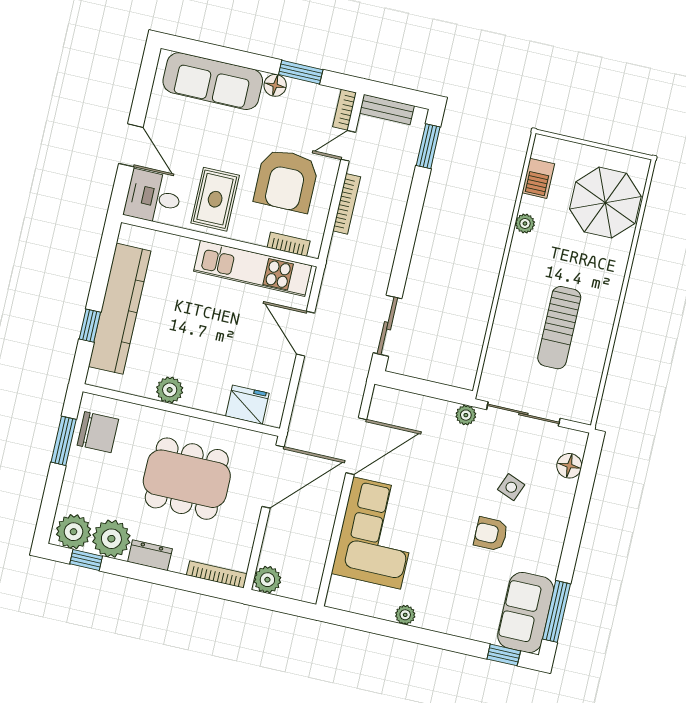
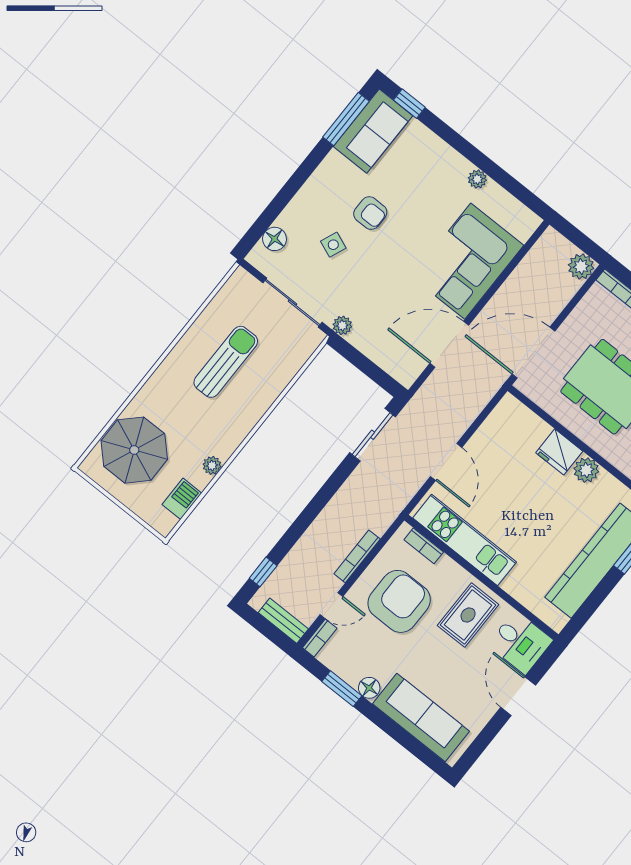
window: (428, 146) -> (263, 572), width x0.67
fridge: (247, 405) -> (559, 452), moved

